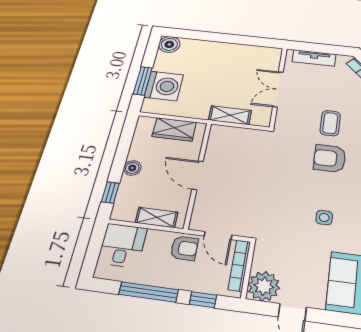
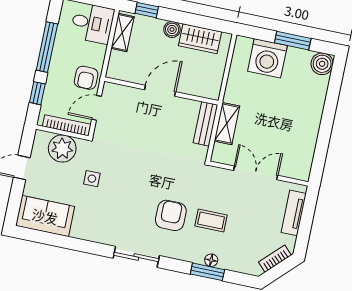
window: (143, 81) -> (293, 41), moved
wardrobe: (174, 129) -> (200, 39), moved, turned -90
bench: (231, 133) -> (205, 124), added
shelving: (157, 217) -> (122, 32), moved
side table: (324, 218) -> (92, 179), moved
plant: (264, 286) -> (62, 149), moved

